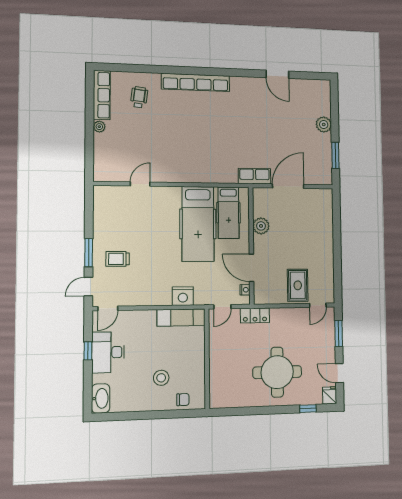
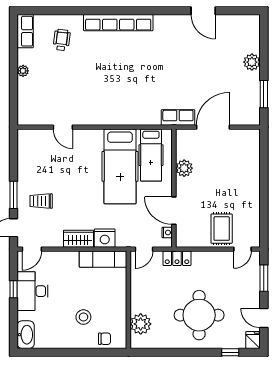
row of seats: (102, 95) -> (25, 31), width x0.68
door: (140, 184) -> (63, 127), swing flipped
wardrobe: (156, 297) -> (78, 239), added
plant: (219, 383) -> (141, 324), added

